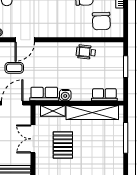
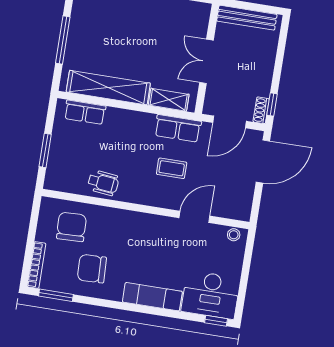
coffee table: (14, 68) -> (172, 168), moved
water cooler: (65, 95) -> (146, 121), removed
double door: (33, 139) -> (206, 61), swing flipped
pallet: (63, 145) -> (162, 45), removed

